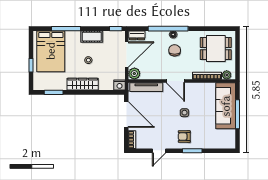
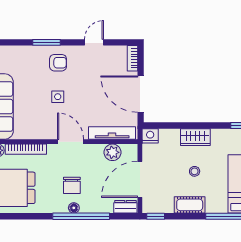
plant: (134, 74) -> (113, 152), moved
wardrobe: (83, 84) -> (195, 137), width x0.67

